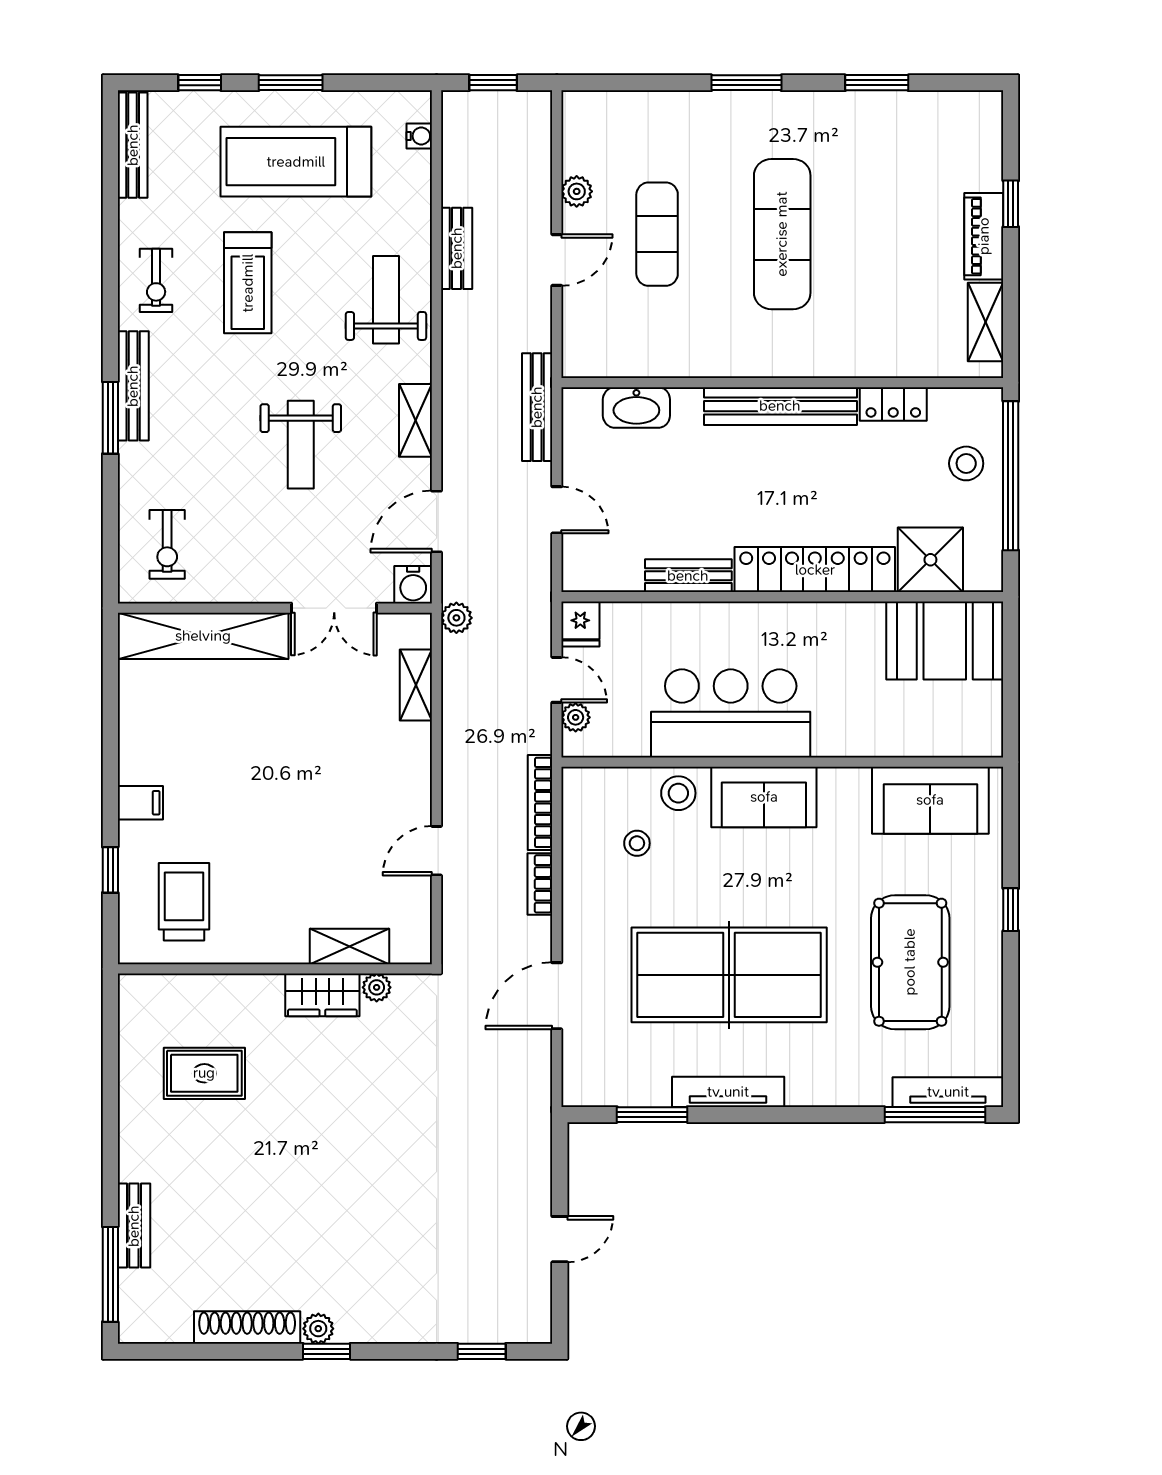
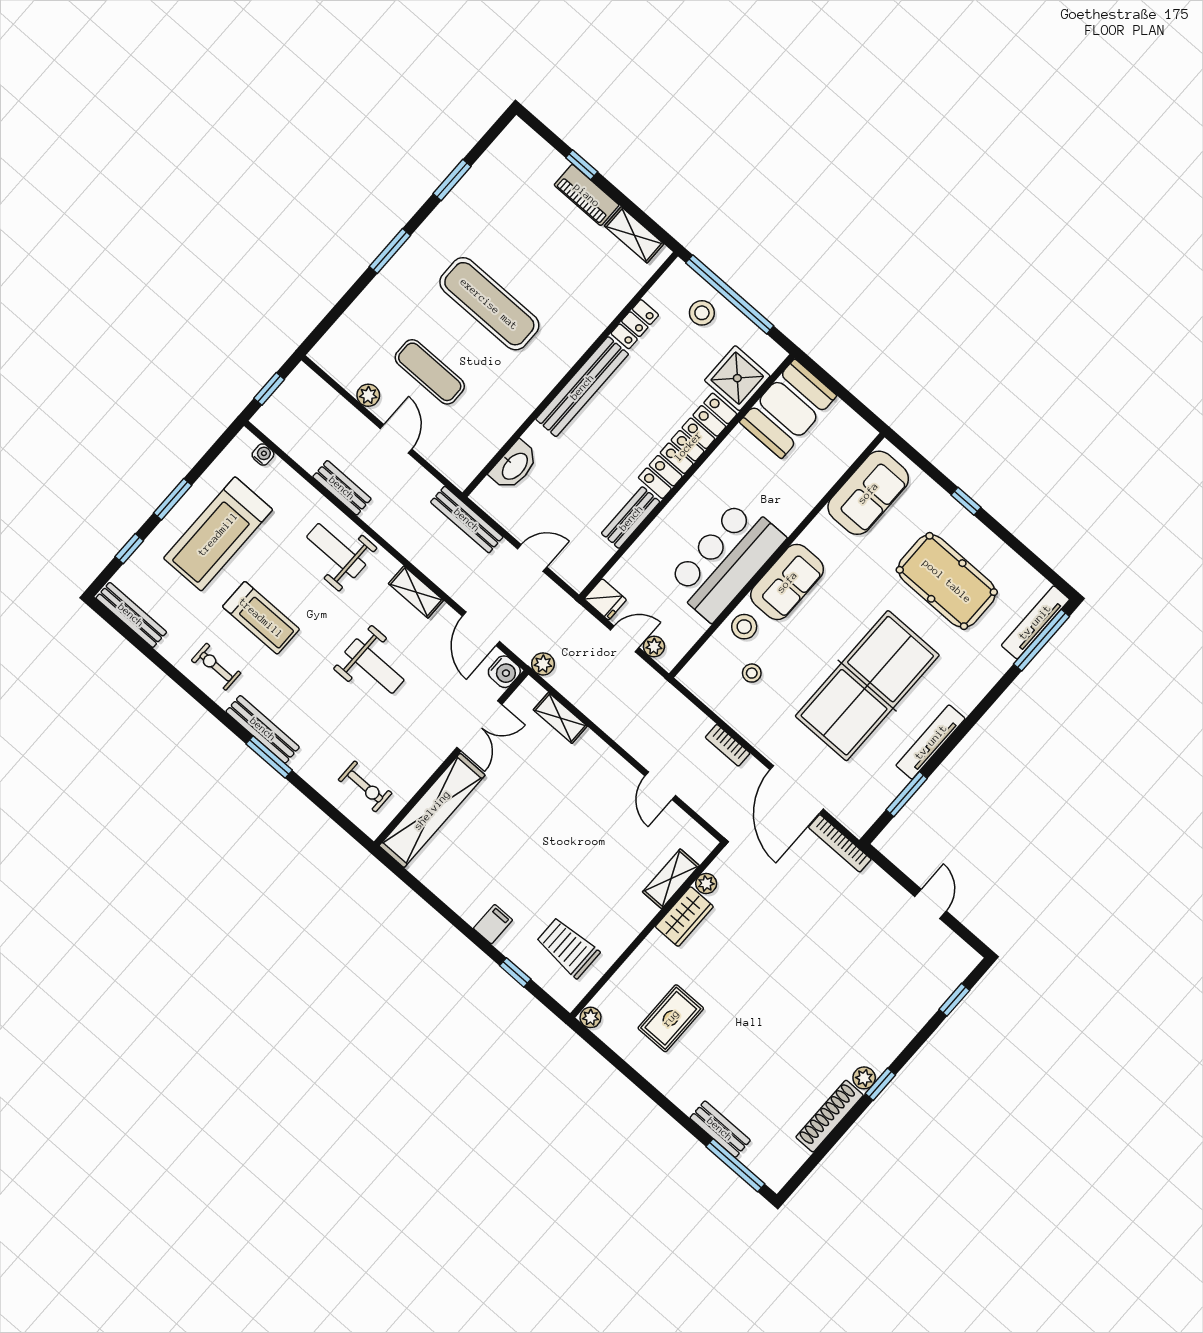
exercise bike: (156, 280) -> (216, 667), turned 180
bookcase: (540, 802) -> (840, 843), moved
plant: (132, 989) -> (590, 1017), added
door: (557, 996) -> (797, 789), width x1.36

